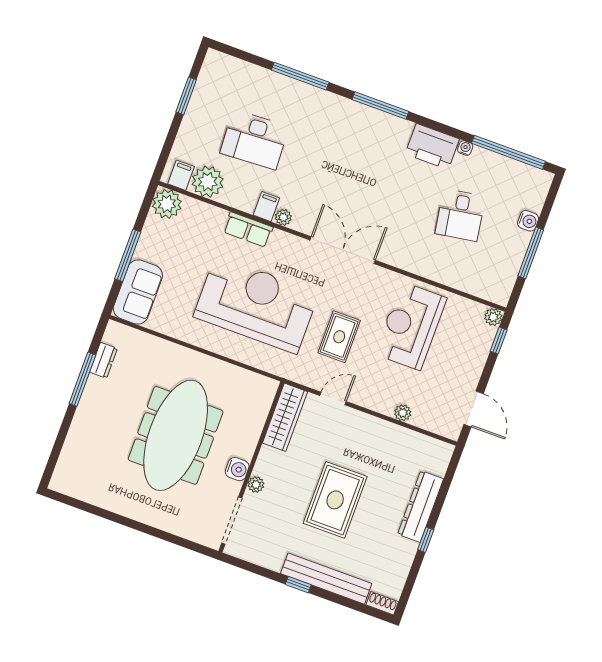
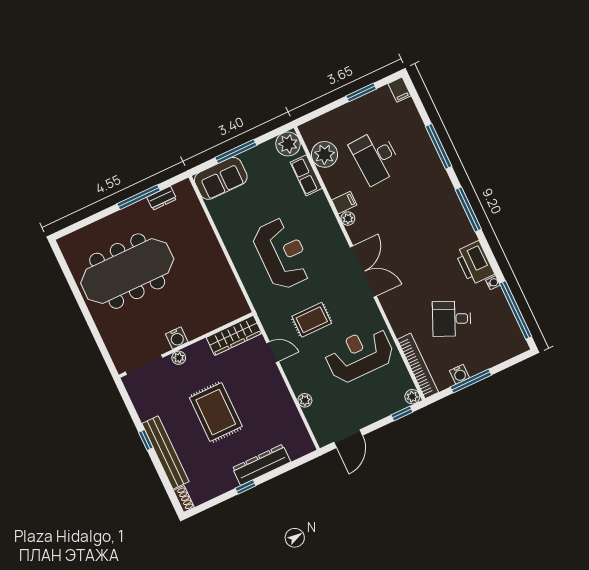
filing cabinet: (181, 175) -> (400, 90), moved, turned 90
desk: (460, 215) -> (452, 319), turned 33
water cooler: (528, 221) -> (460, 374), moved
row of seats: (248, 230) -> (306, 175), moved
bookcase: (471, 285) -> (418, 366), added
reception desk: (256, 305) -> (282, 254), width x0.74, depth x0.77
meeting table: (176, 435) -> (127, 271), moved
rug: (335, 500) -> (216, 412), turned 90

